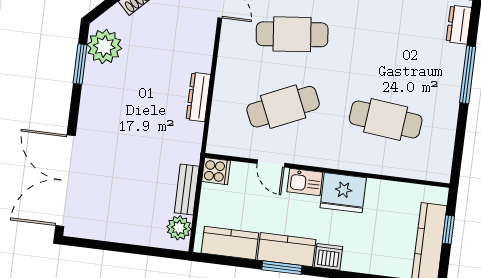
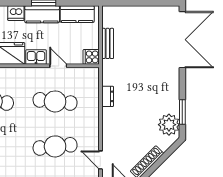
dresser: (198, 97) -> (108, 96), width x0.70
cafe table: (283, 107) -> (55, 101), turned 30
plant: (179, 228) -> (110, 19), removed

